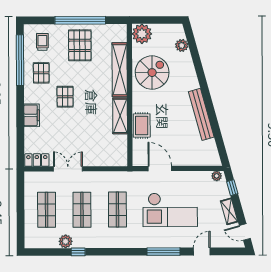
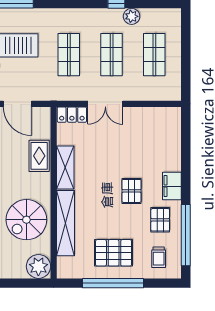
pallet: (80, 45) -> (114, 253), turned 90
filing cabinet: (32, 115) -> (172, 186), moved
locker: (37, 160) -> (72, 115), moved
double door: (68, 169) -> (105, 104), moved

